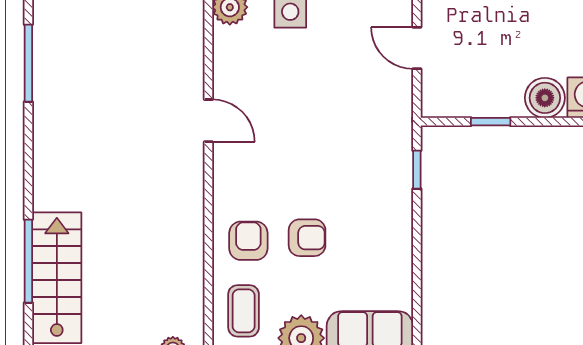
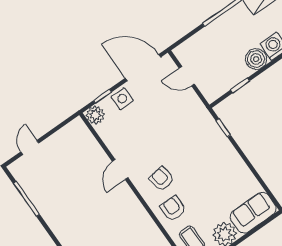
door: (208, 121) -> (120, 170), swing flipped
armchair: (307, 238) -> (162, 179), moved, turned -99

